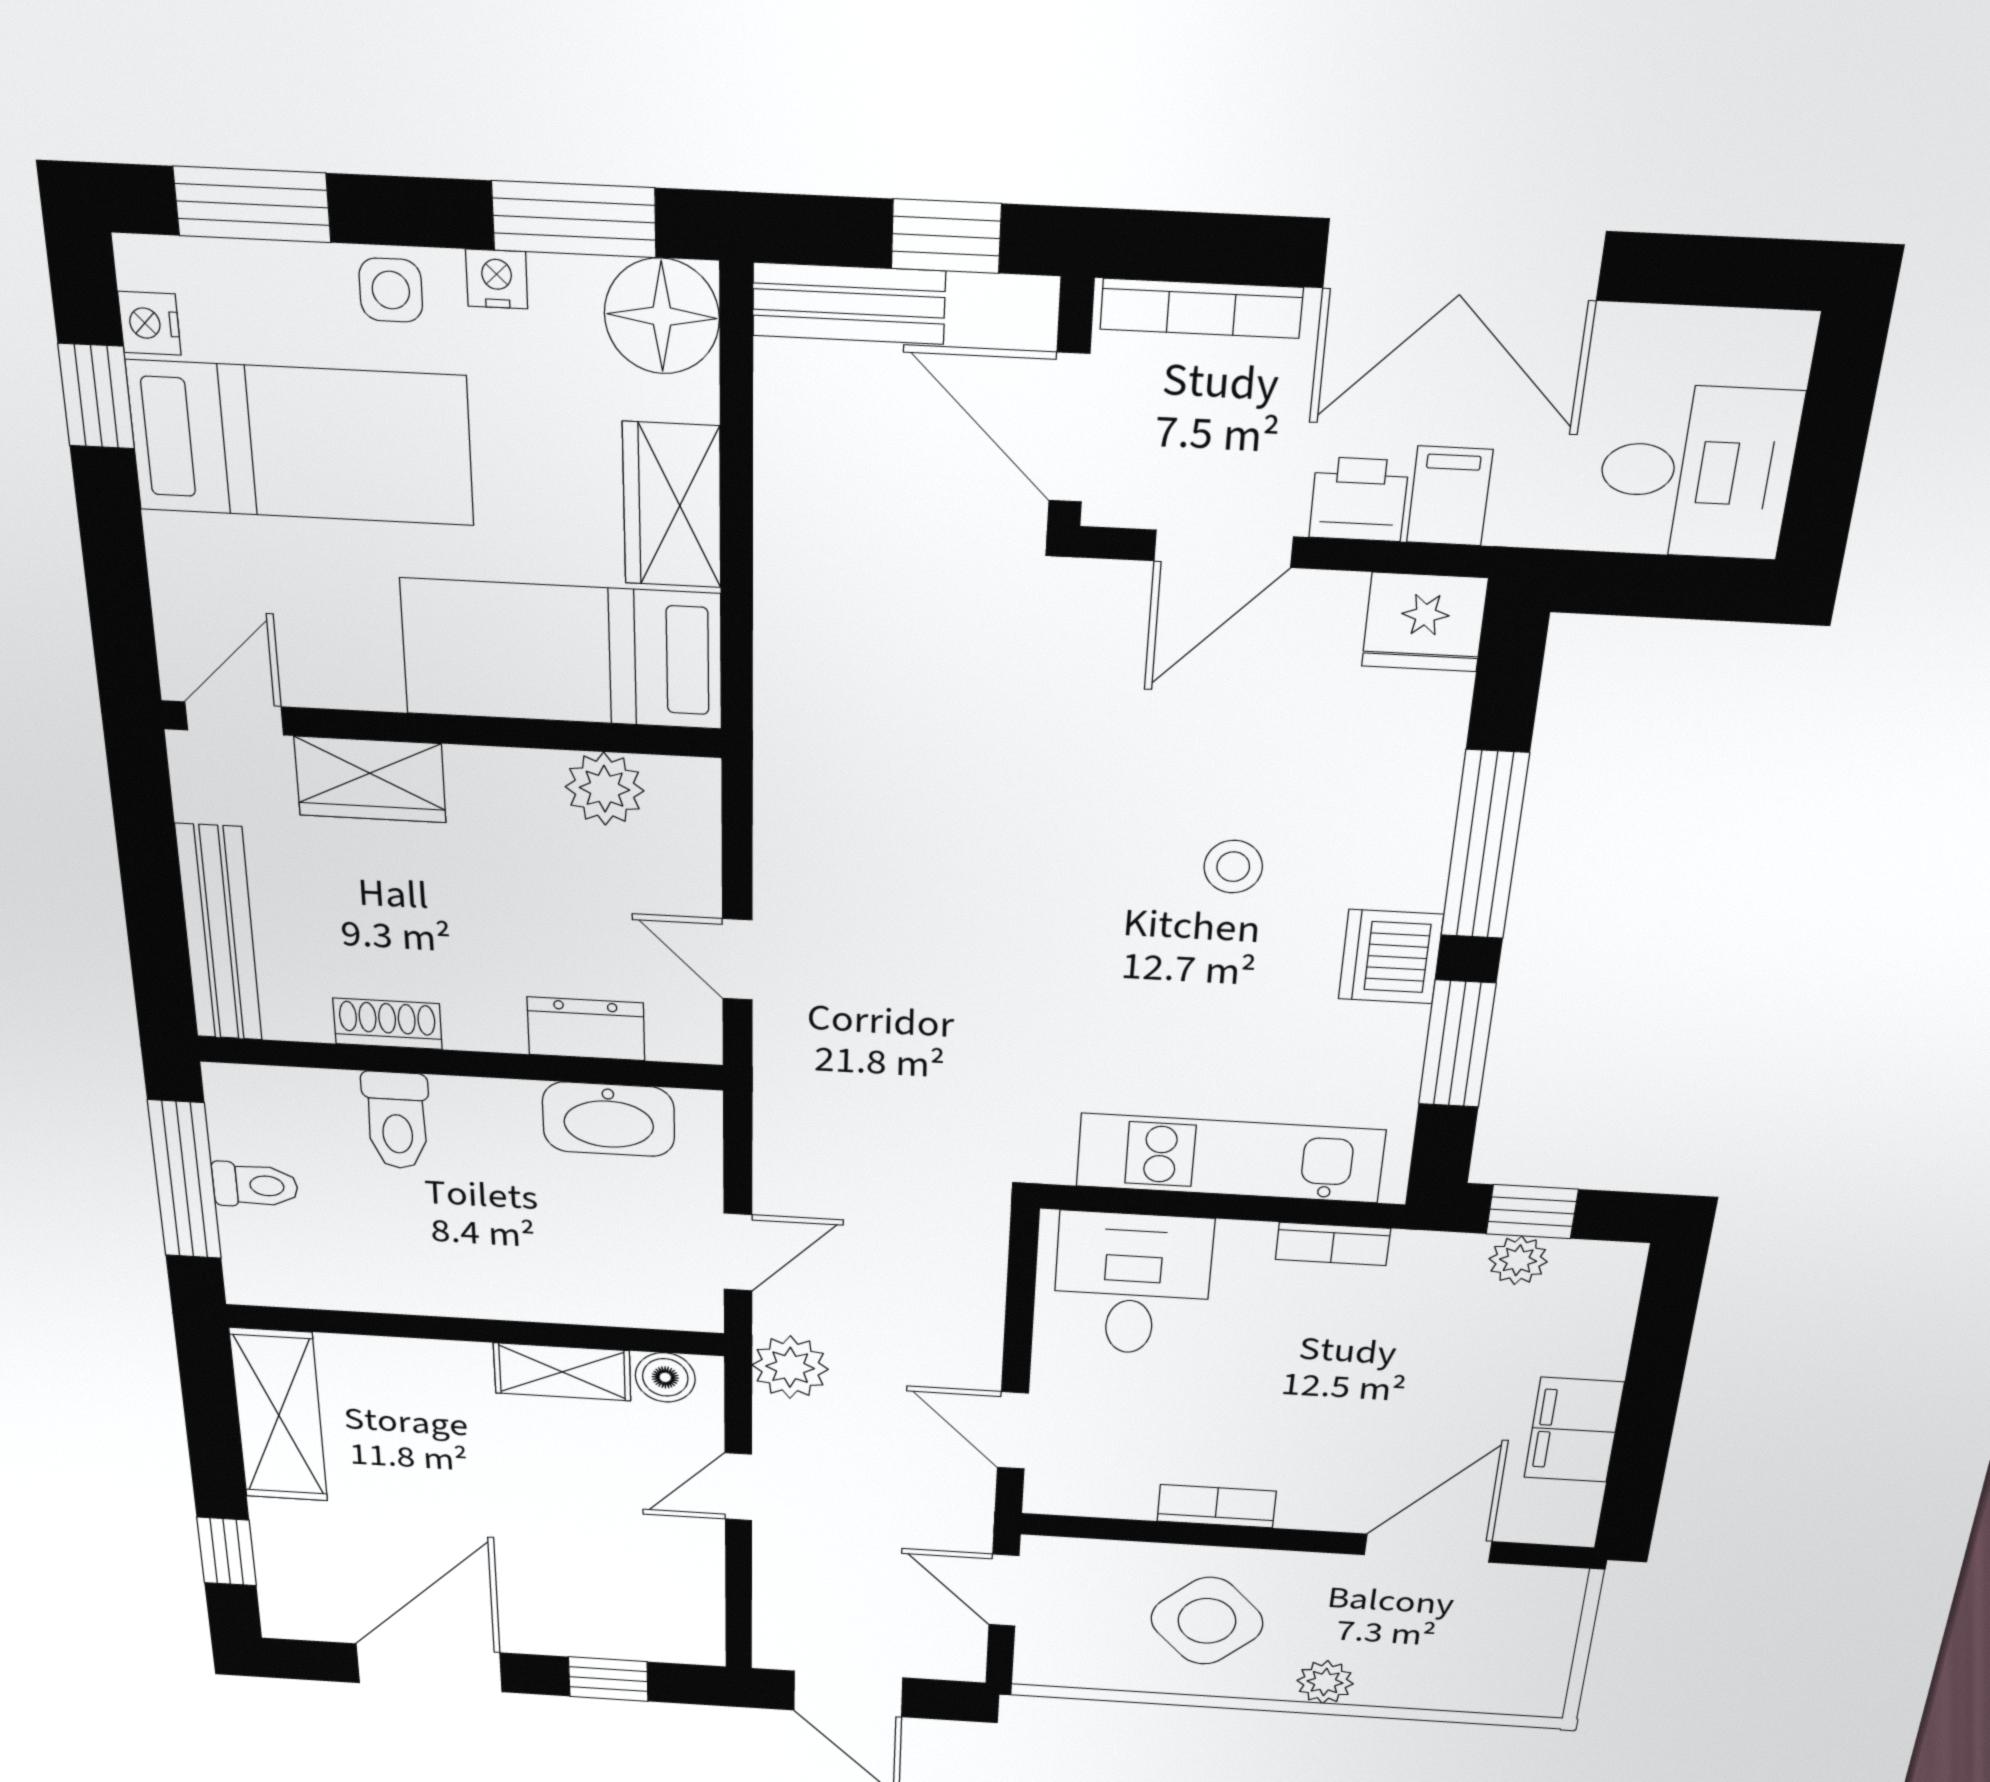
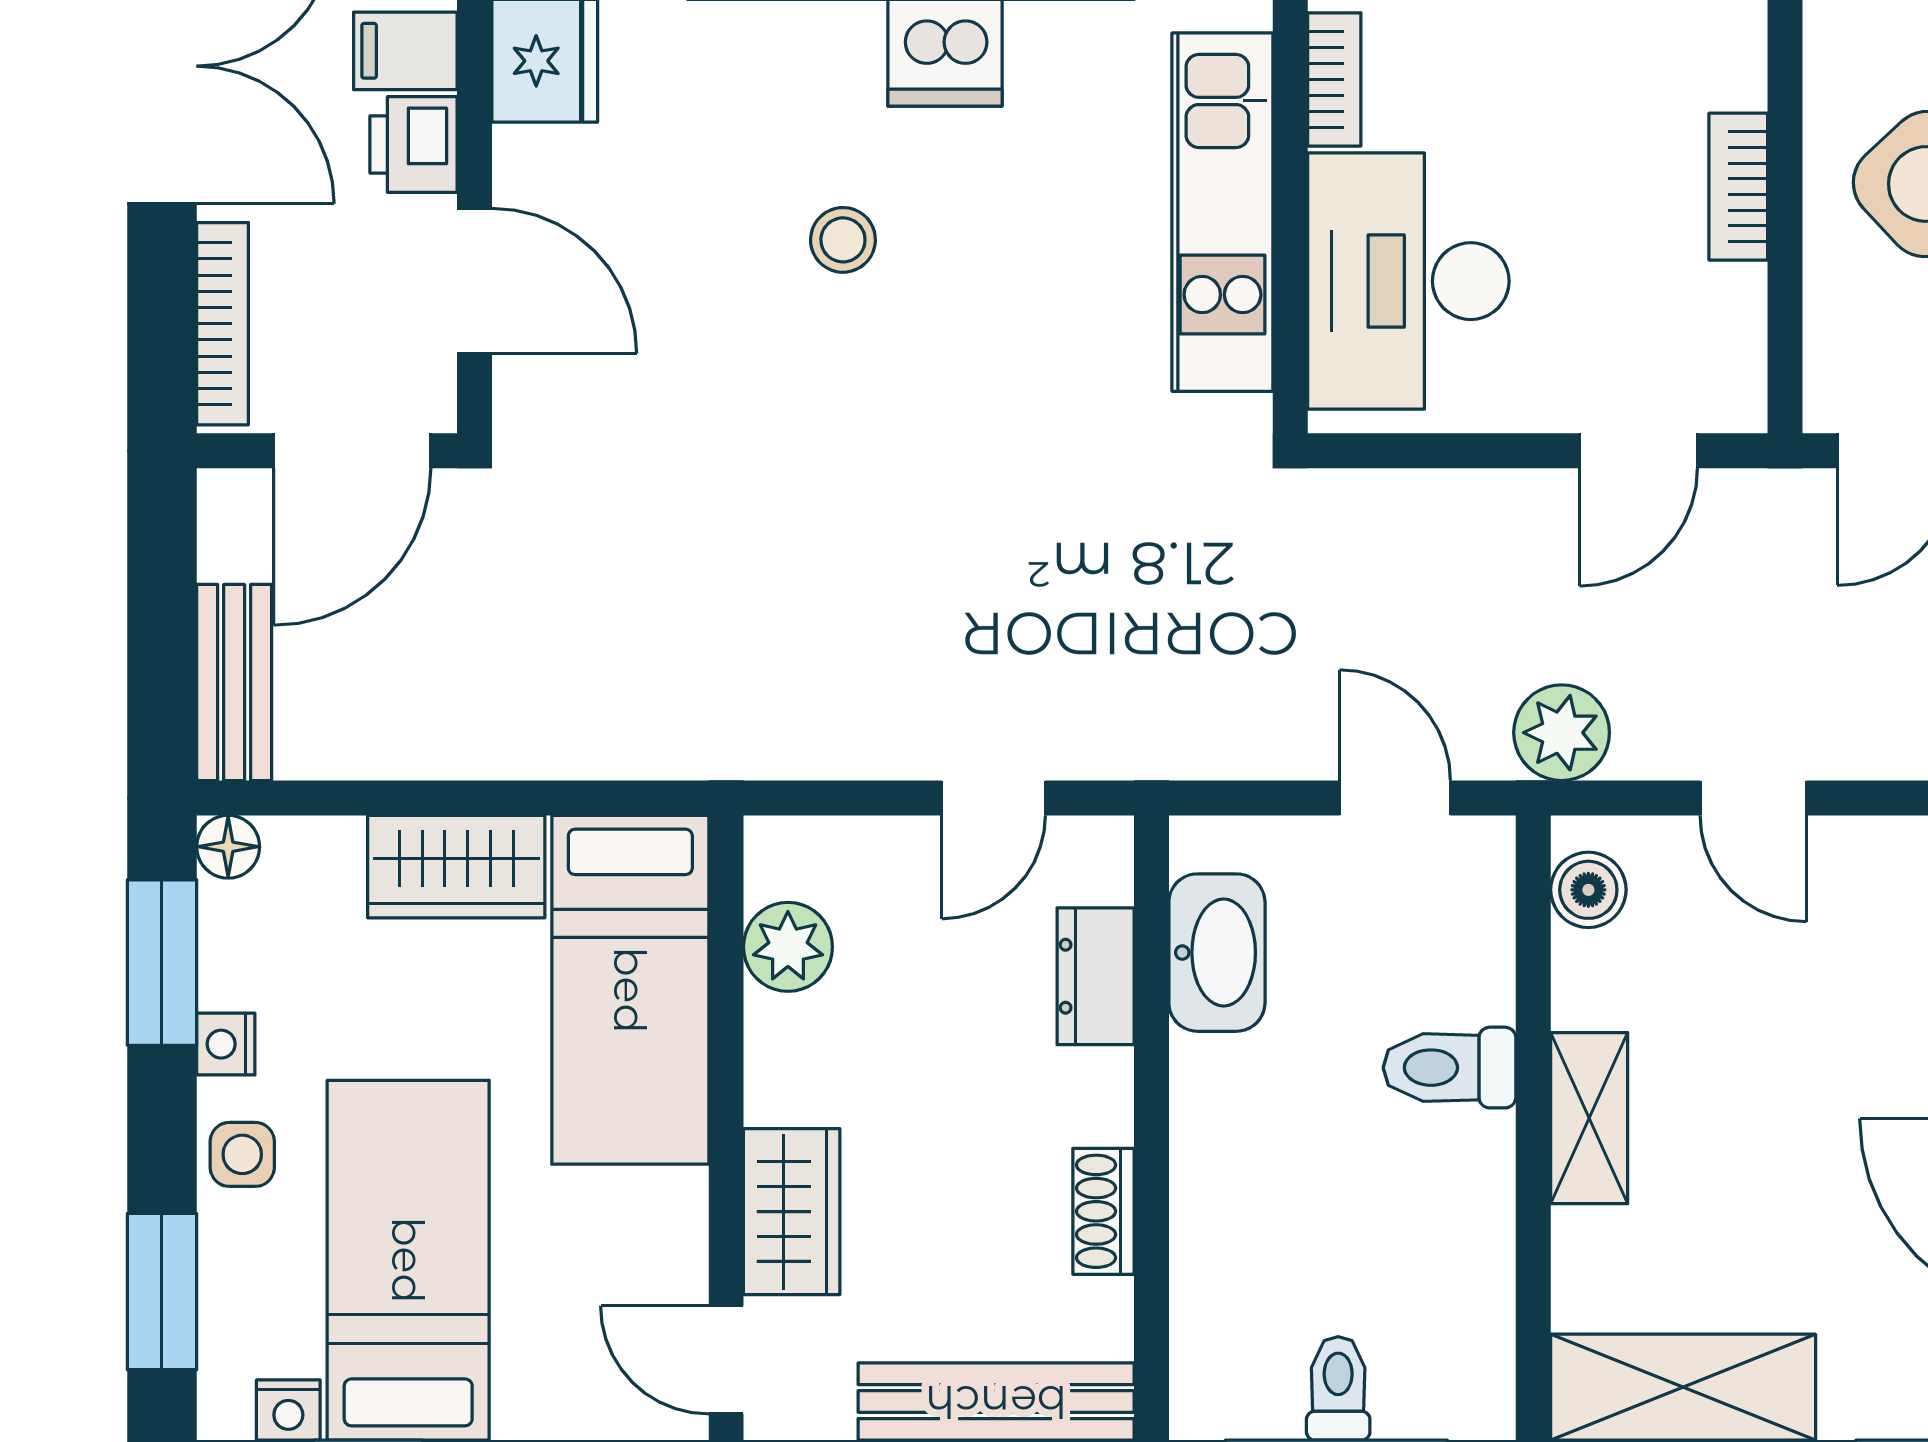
window: (946, 236) -> (162, 585), removed
floor lamp: (662, 316) -> (228, 847), width x0.53, depth x0.53
toilet: (397, 1121) -> (1450, 1068), moved, turned 180
desk: (1132, 1284) -> (1408, 281), width x1.37
shelving: (562, 1372) -> (1589, 1118), moved

